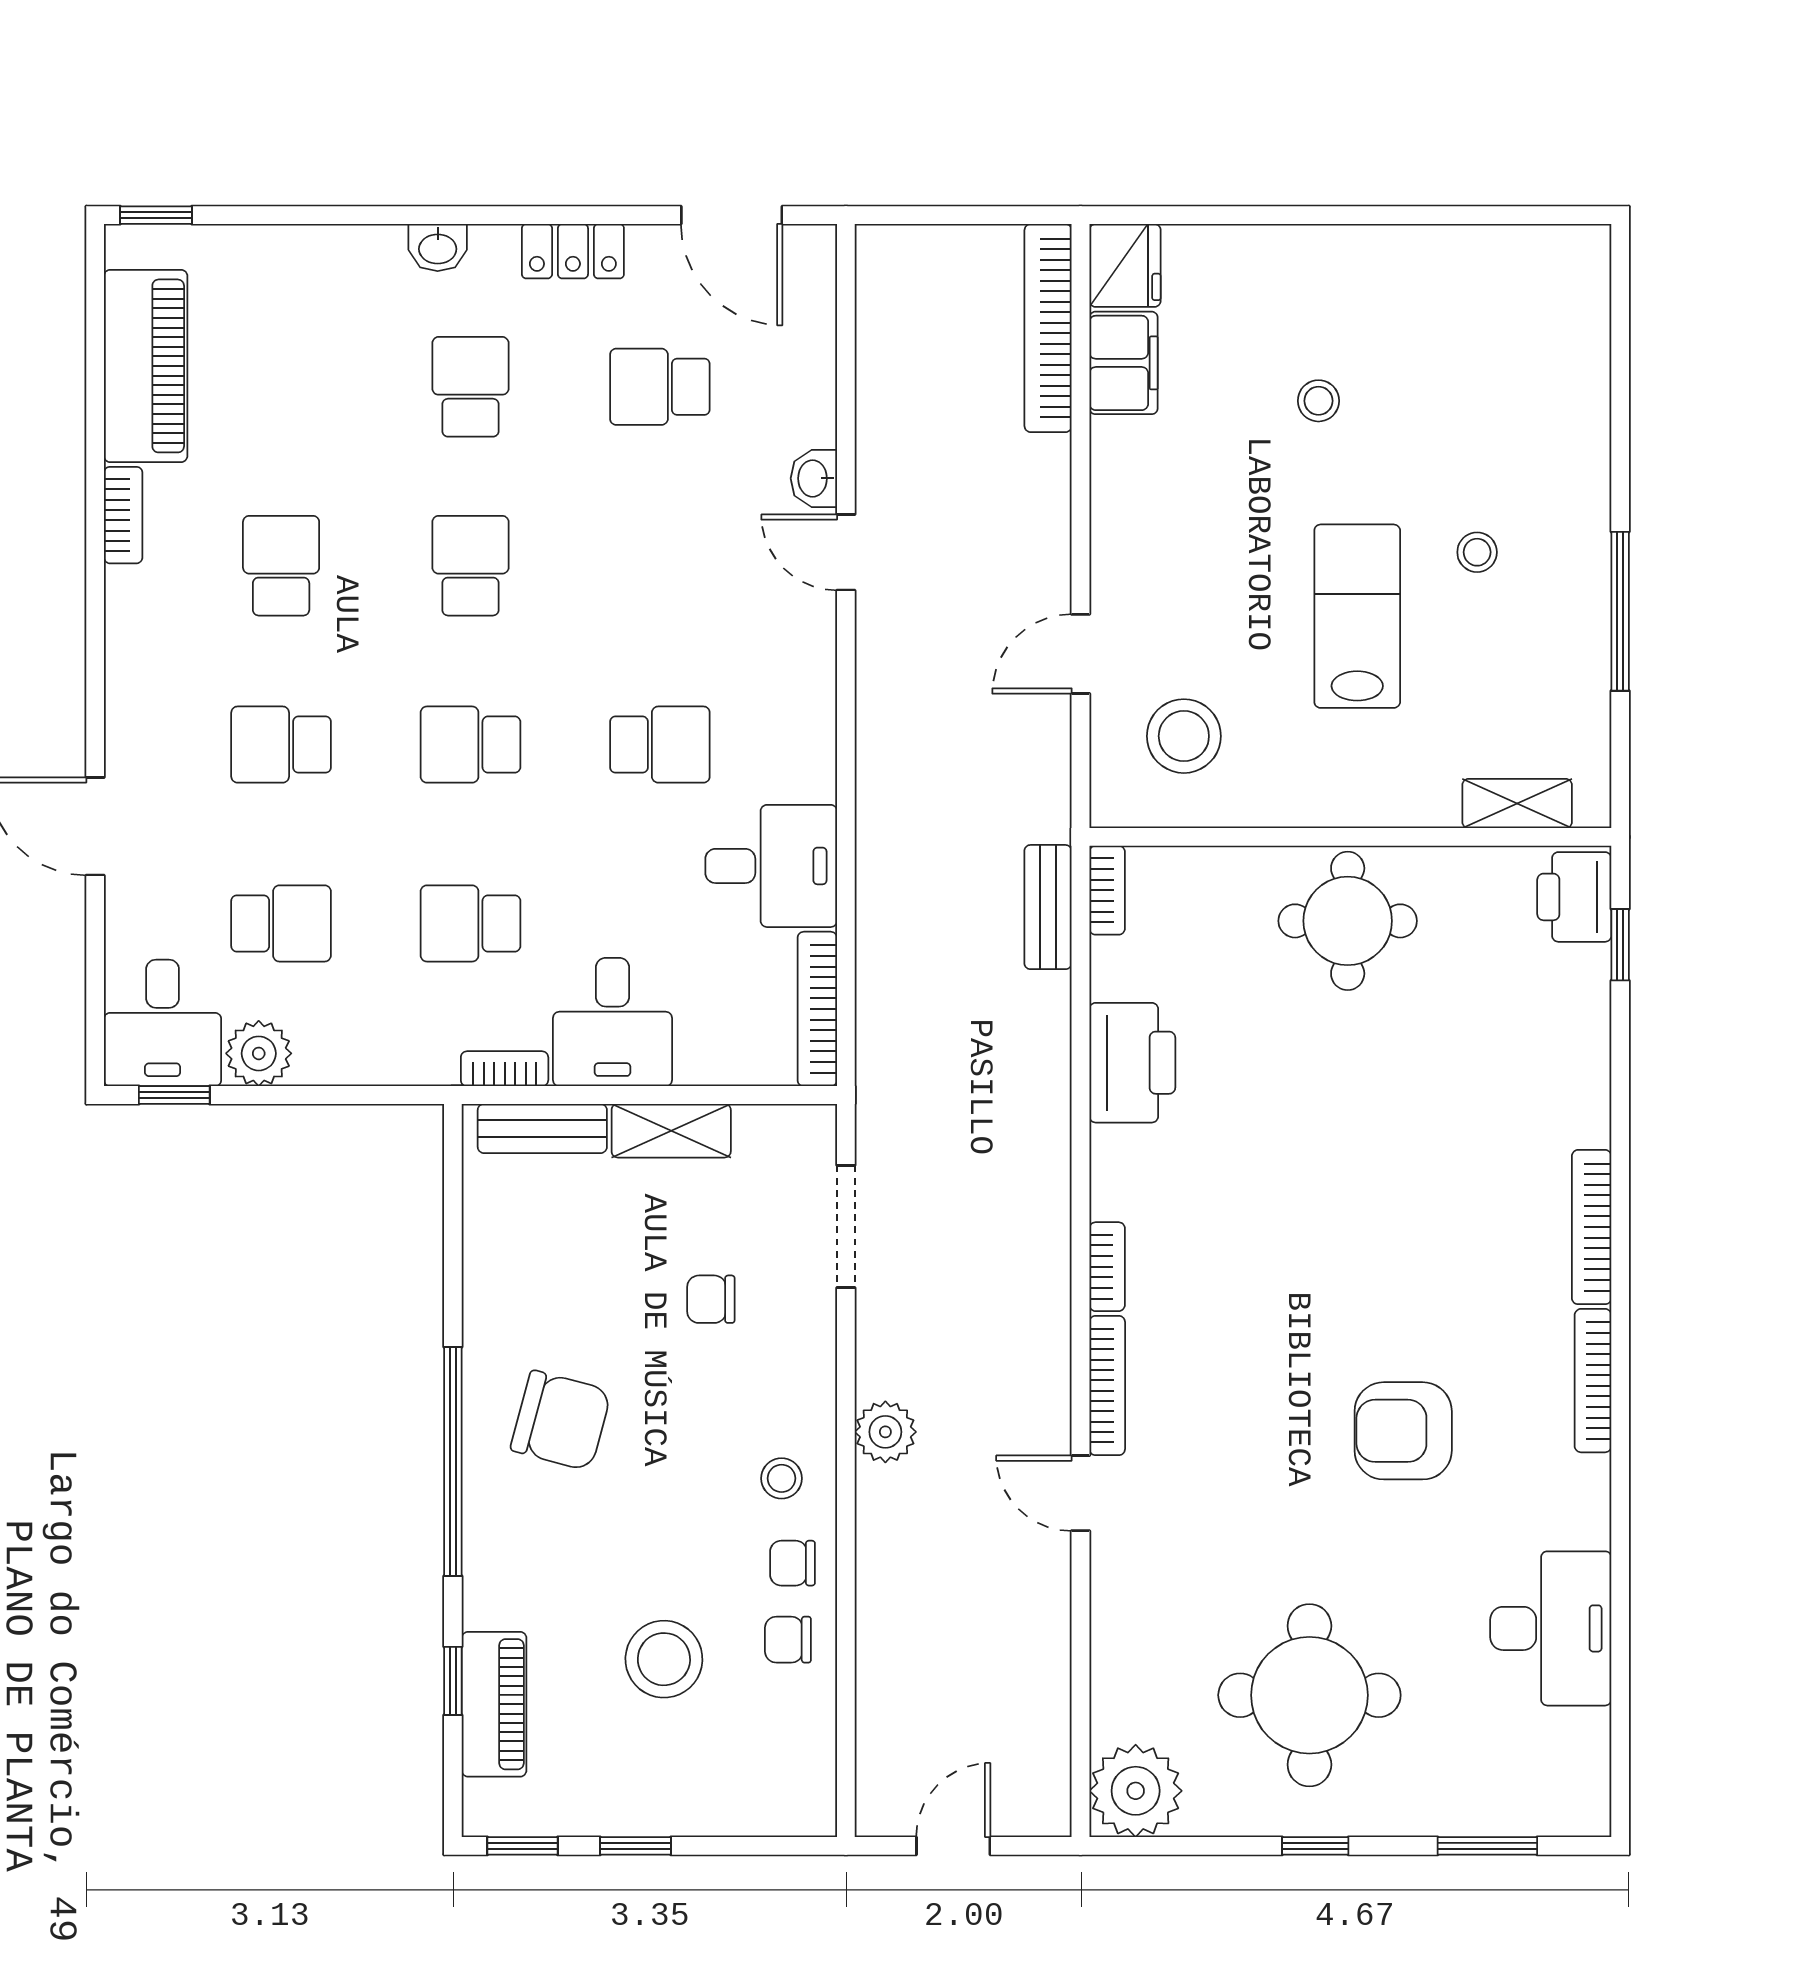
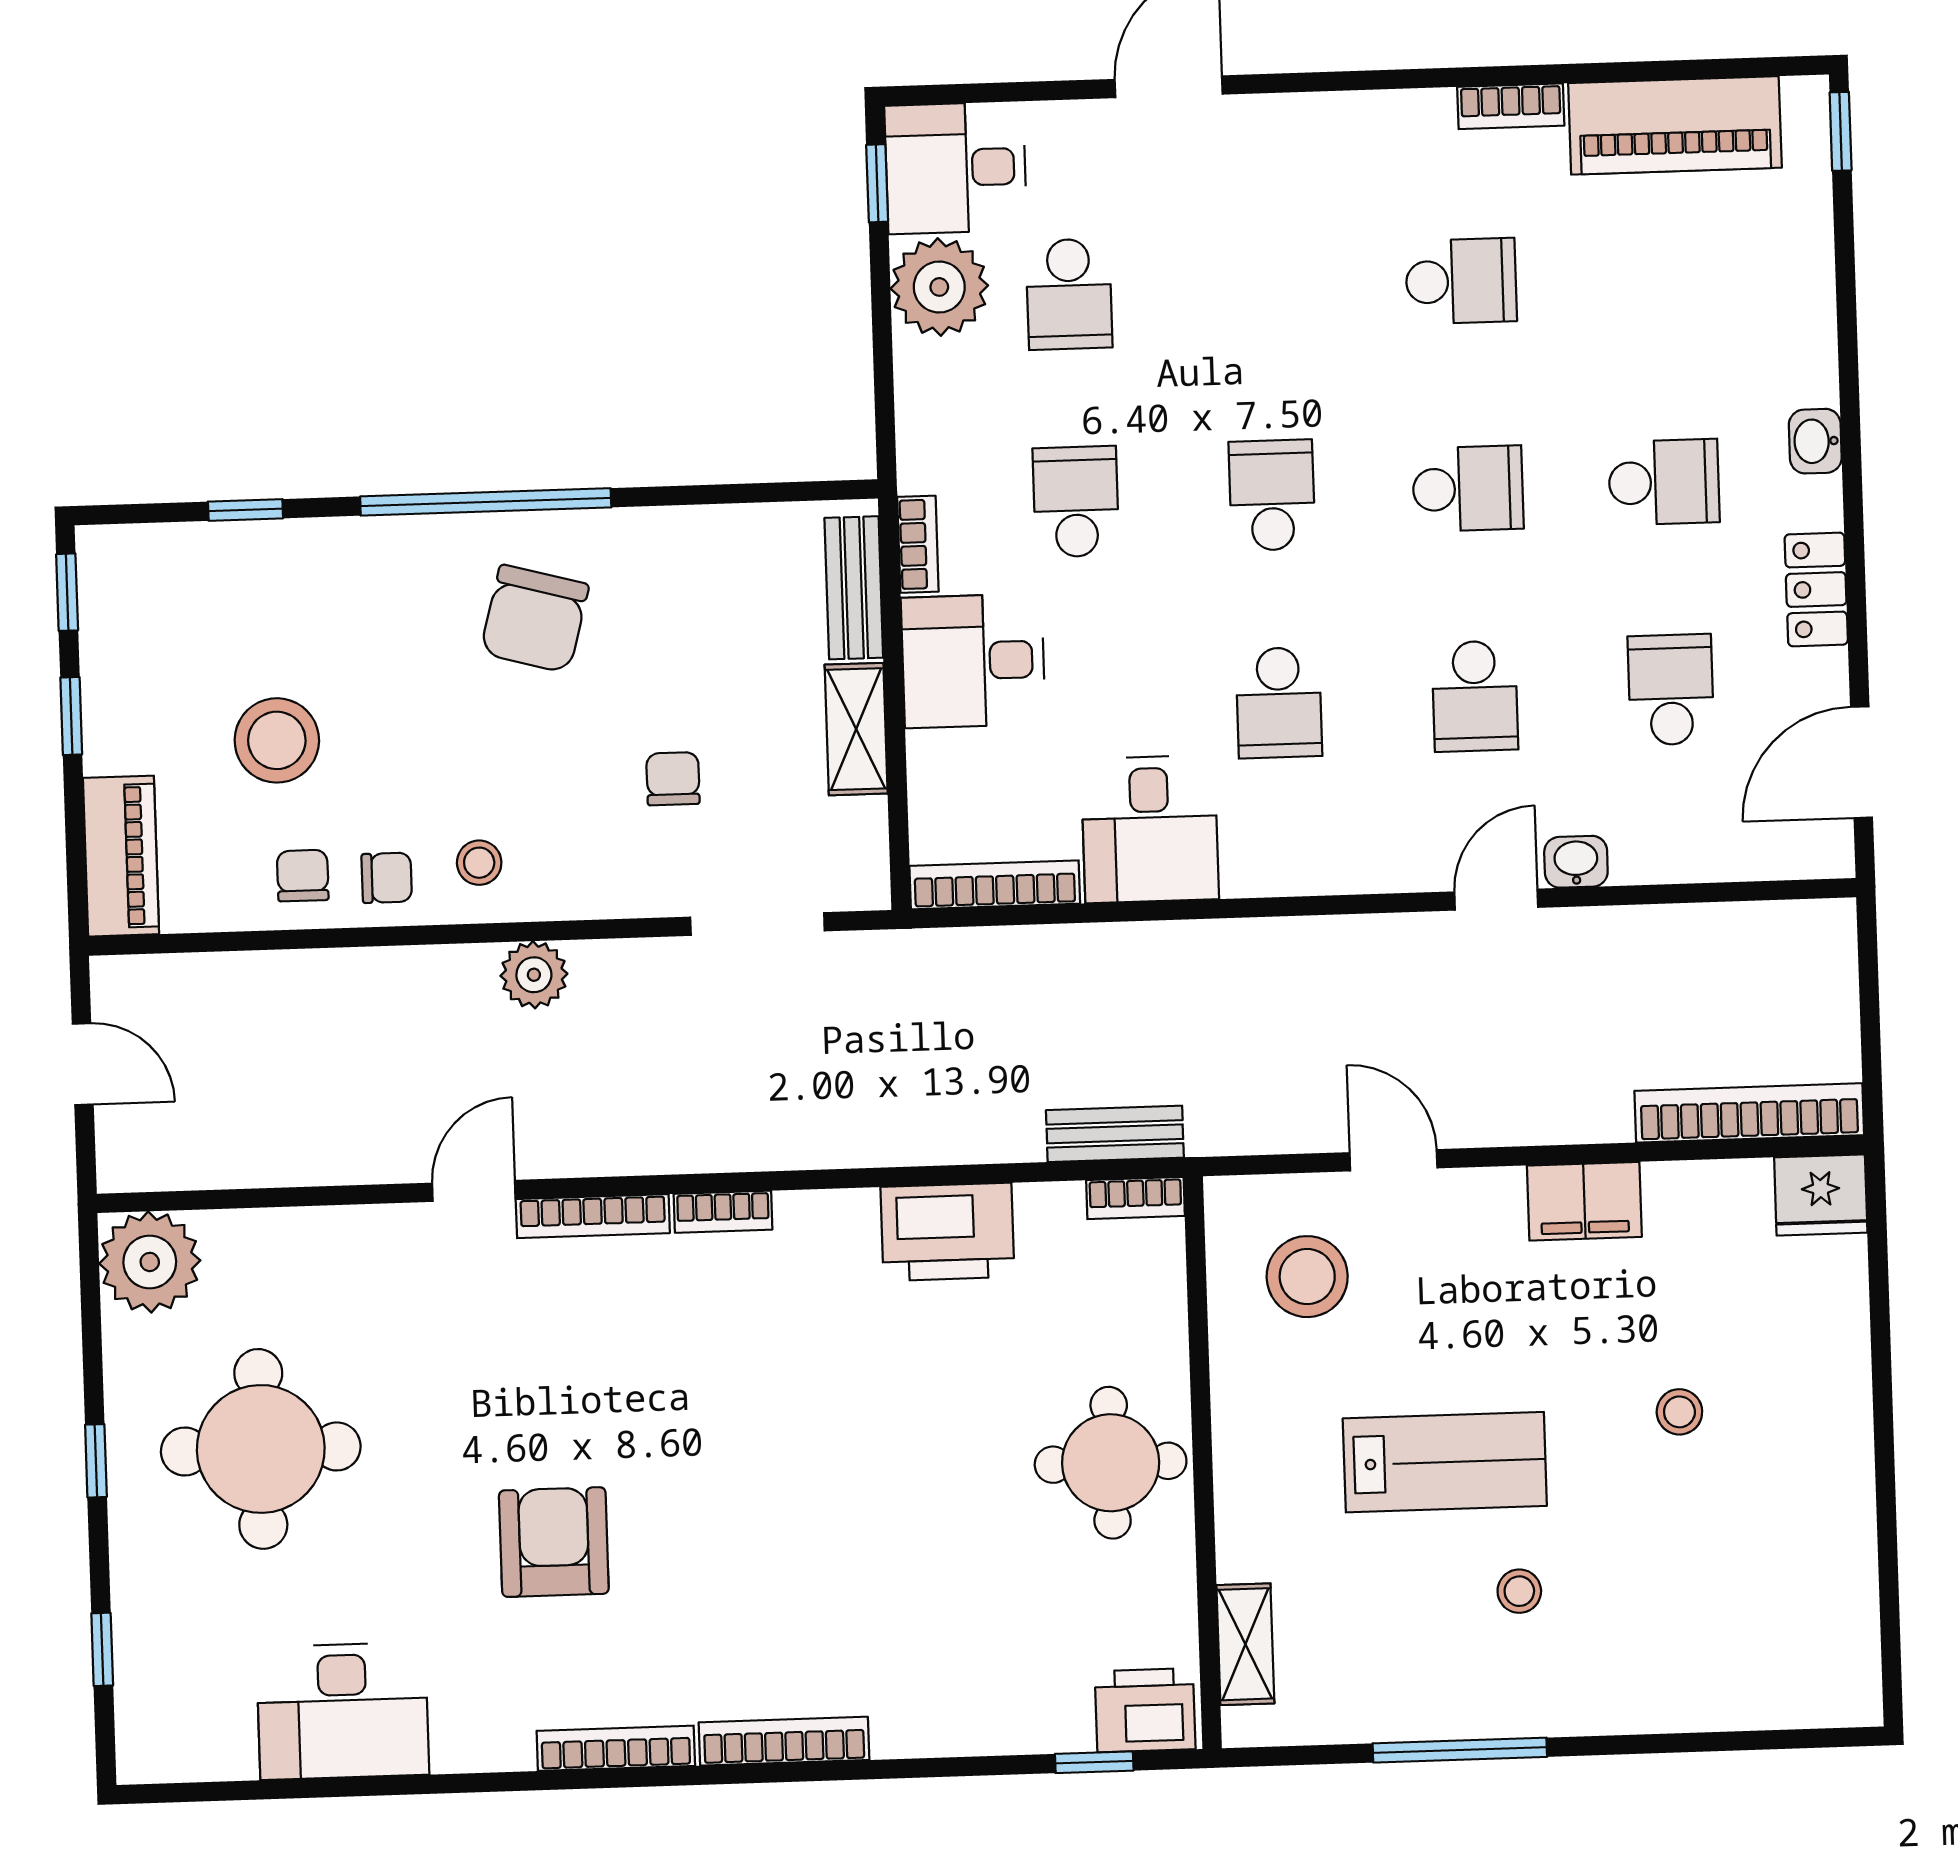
filing cabinet: (1124, 363) -> (1584, 1201), moved
school desk: (281, 745) -> (1475, 696), moved, turned 180
plant: (259, 1053) -> (939, 287), width x1.36, depth x1.36
chair: (793, 1563) -> (387, 878), turned 90
piano: (494, 1704) -> (121, 856), moved, turned -90
window: (1487, 1846) -> (102, 1649), width x0.67

